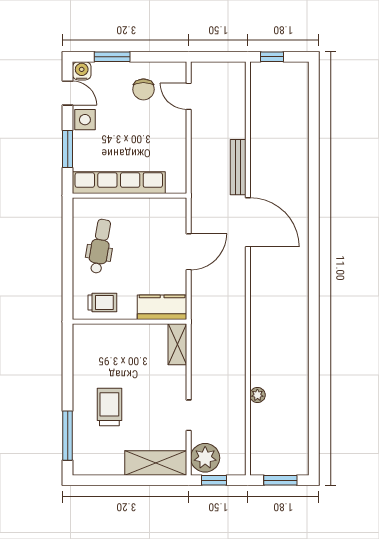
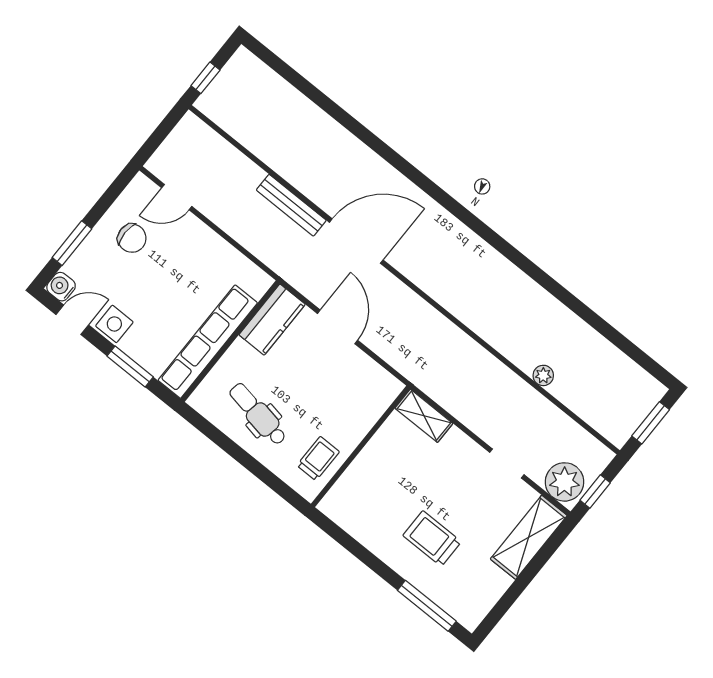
kitchen counter: (162, 307) -> (272, 320), moved, turned 180

